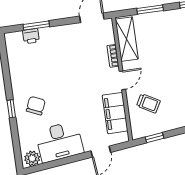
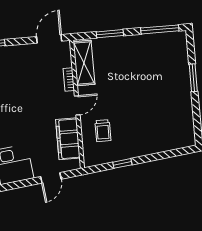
trolley: (148, 103) -> (103, 131), turned 61
window: (155, 138) -> (122, 163), moved

